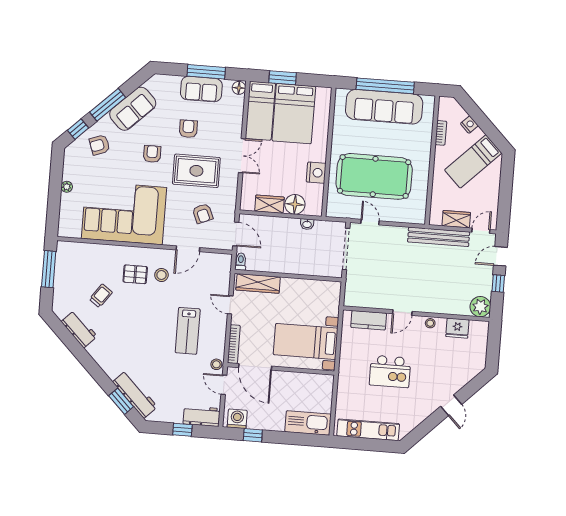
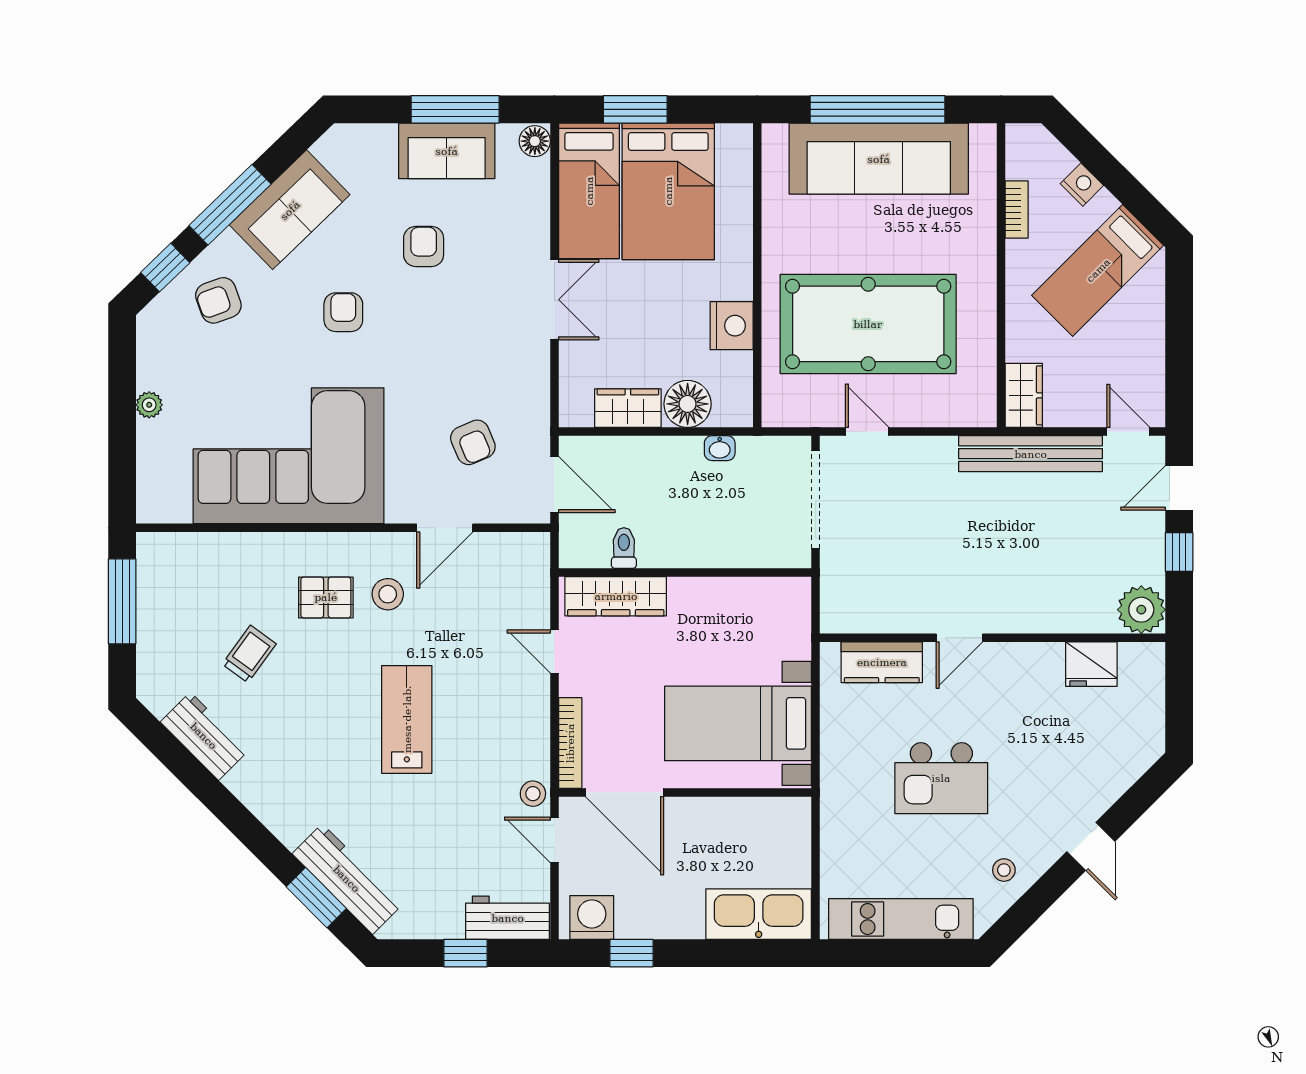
rug: (196, 171) -> (450, 343), removed
wardrobe: (456, 219) -> (1024, 395), moved, turned 90
door: (481, 231) -> (1128, 432), hinge flipped
toilet: (241, 262) -> (624, 548), moved
stool: (430, 323) -> (1004, 870), moved
lab bench: (188, 331) -> (407, 719), moved, turned 180

